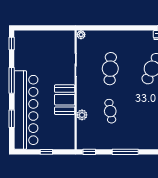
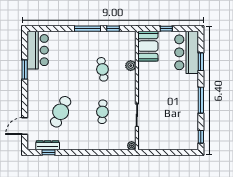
cafe table: (110, 69) -> (102, 112), width x0.73, depth x0.74
booth: (65, 100) -> (148, 46), moved
bar counter: (26, 110) -> (187, 52), width x0.54
window: (89, 152) -> (113, 29), moved

